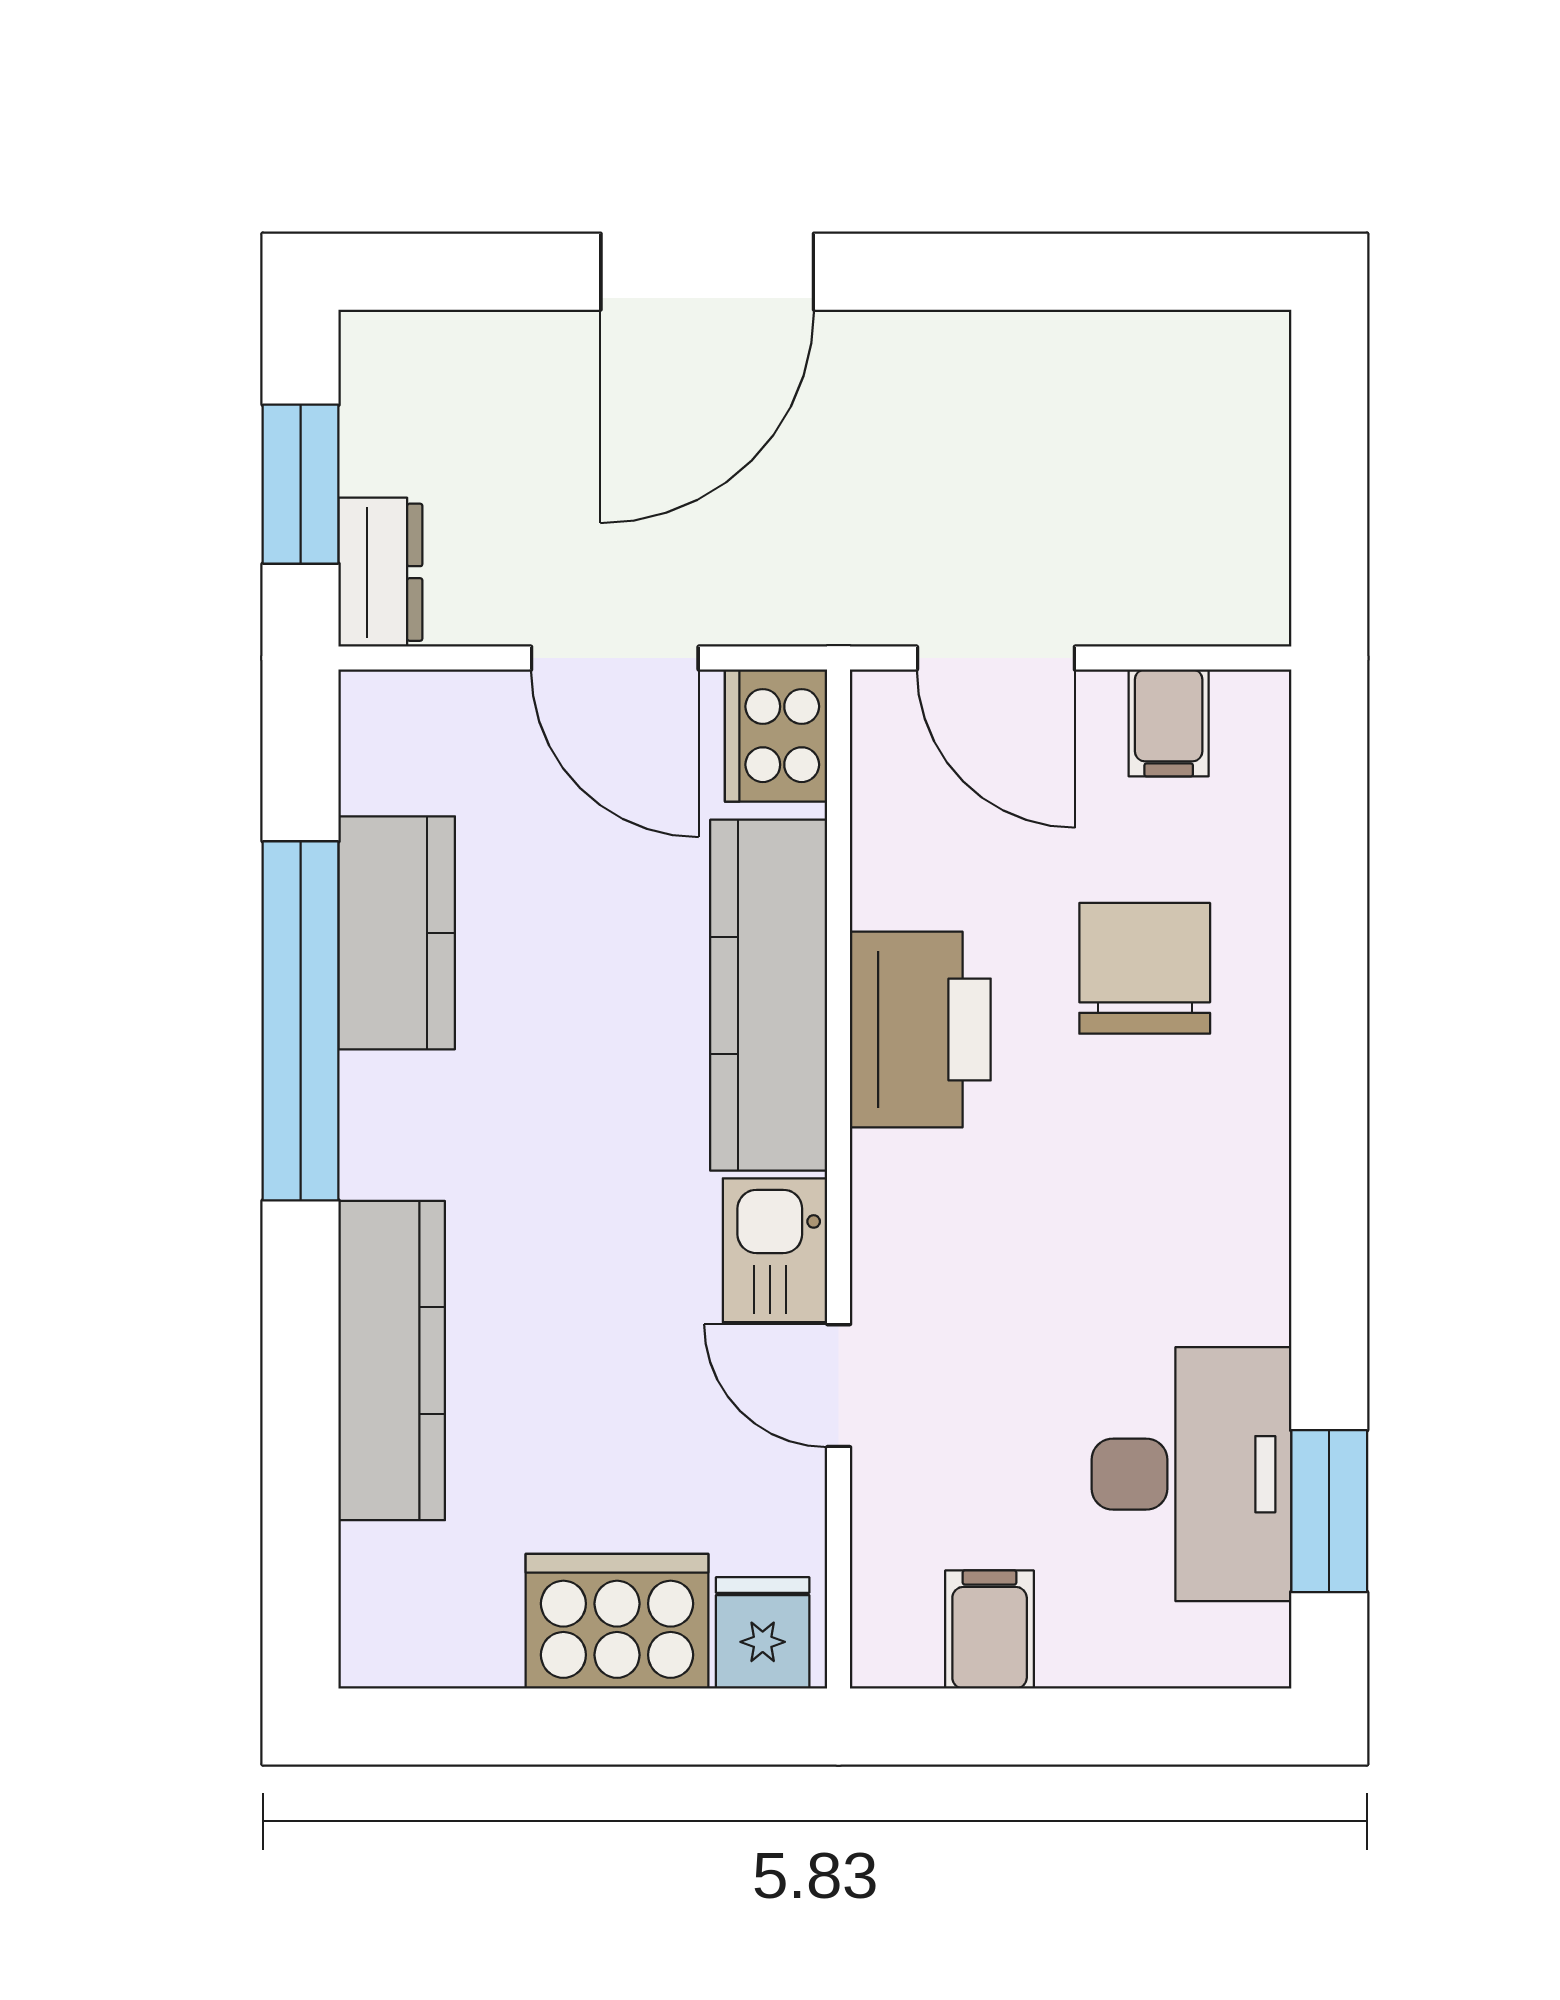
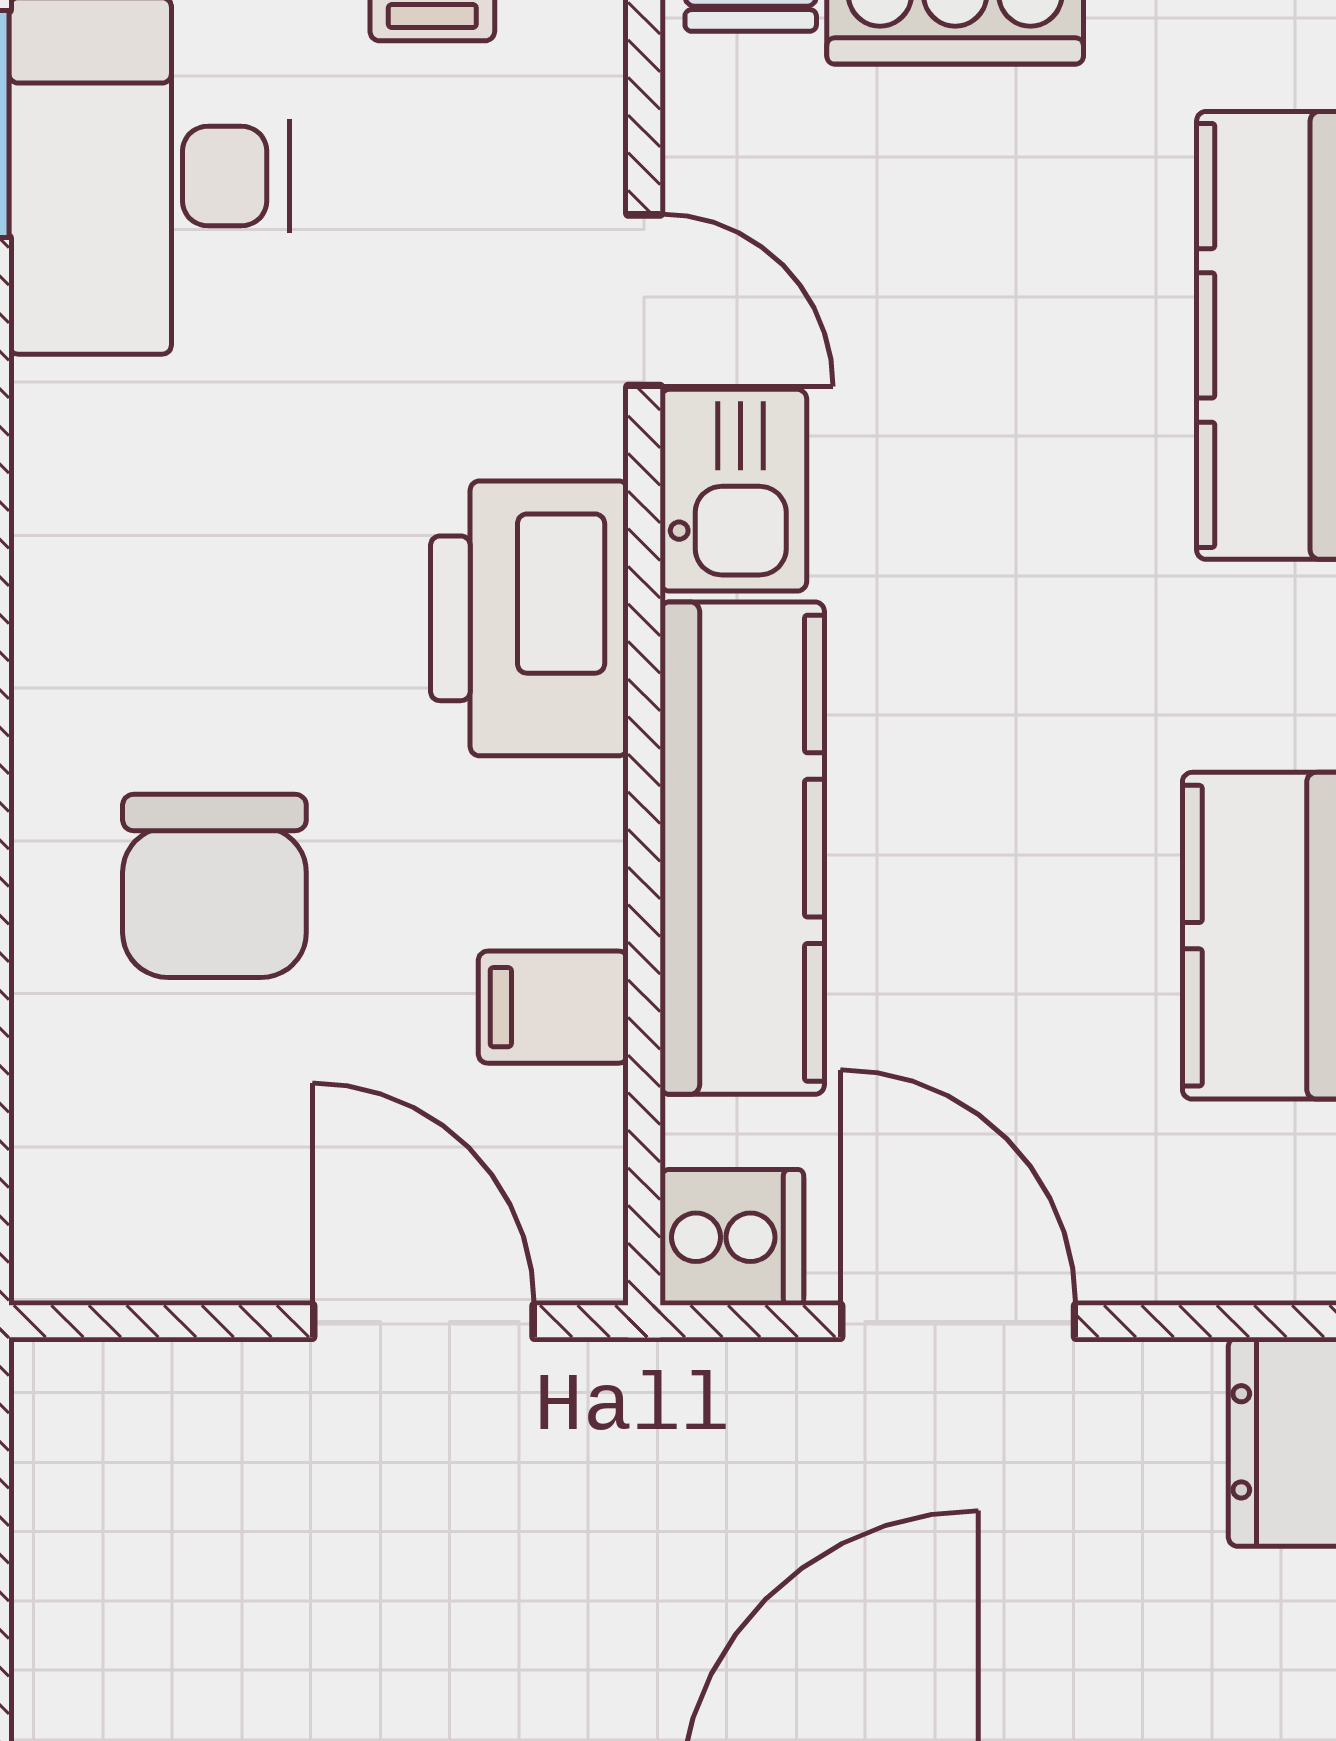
filing cabinet: (1169, 723) -> (553, 1007), moved, turned -90
cooker: (776, 736) -> (732, 1237), width x0.73
printer: (920, 1029) -> (529, 618), moved

